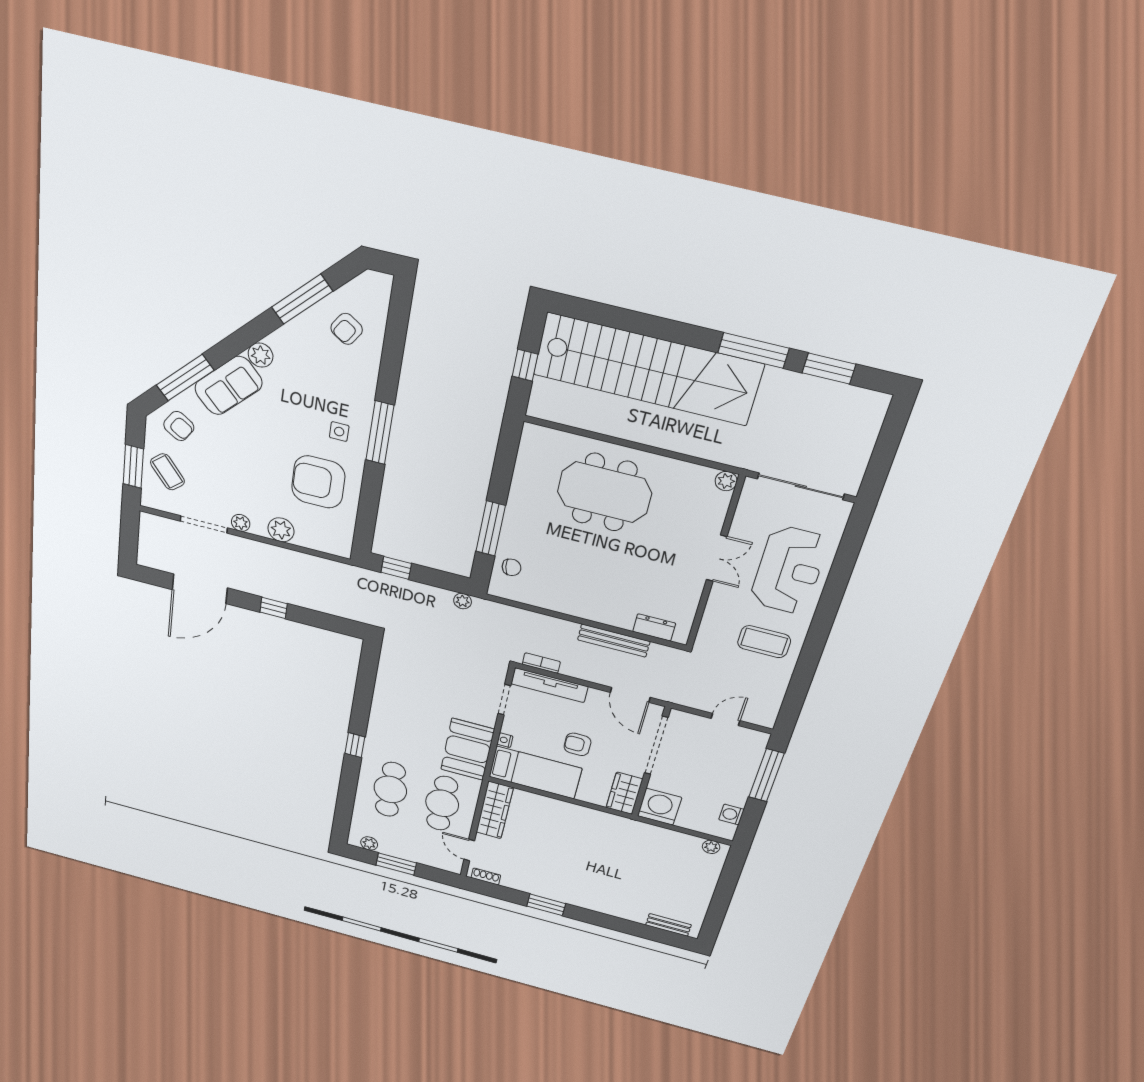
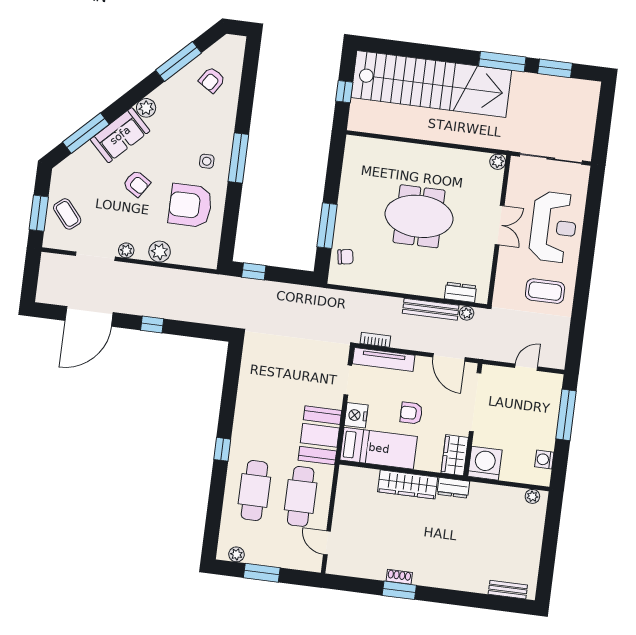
armchair: (179, 426) -> (137, 184), moved
meeting table: (604, 492) -> (419, 216), moved
plant: (463, 601) -> (467, 313), moved
nightstand: (505, 740) -> (356, 415), width x1.89, depth x1.79
wardrobe: (495, 810) -> (408, 484), moved, turned 90
dresser: (619, 824) -> (453, 488), added
shoe rack: (486, 876) -> (399, 577), moved

